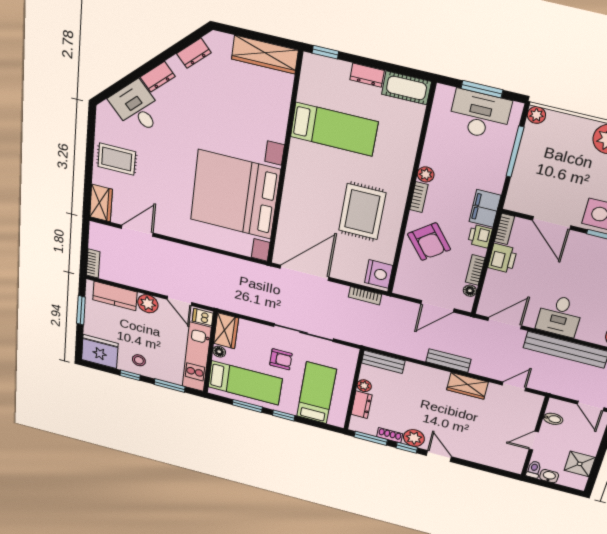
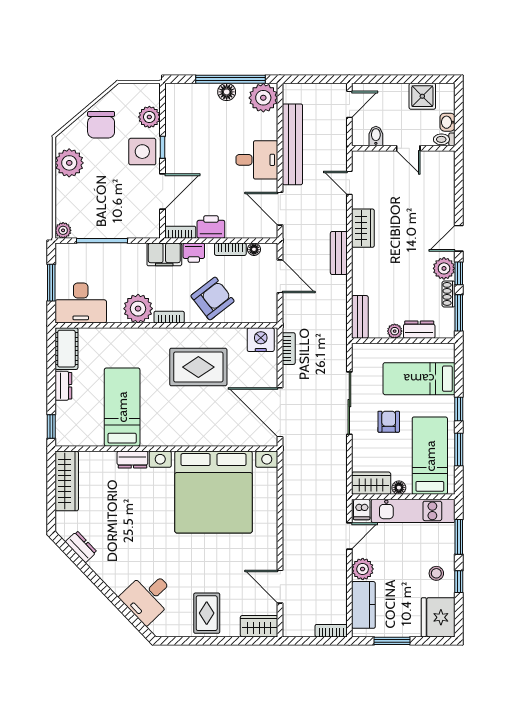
dresser: (158, 77) -> (132, 460), moved, turned 134
desk: (480, 115) -> (81, 303), moved, turned -90
plant: (426, 174) -> (138, 309), width x1.88, depth x1.88

